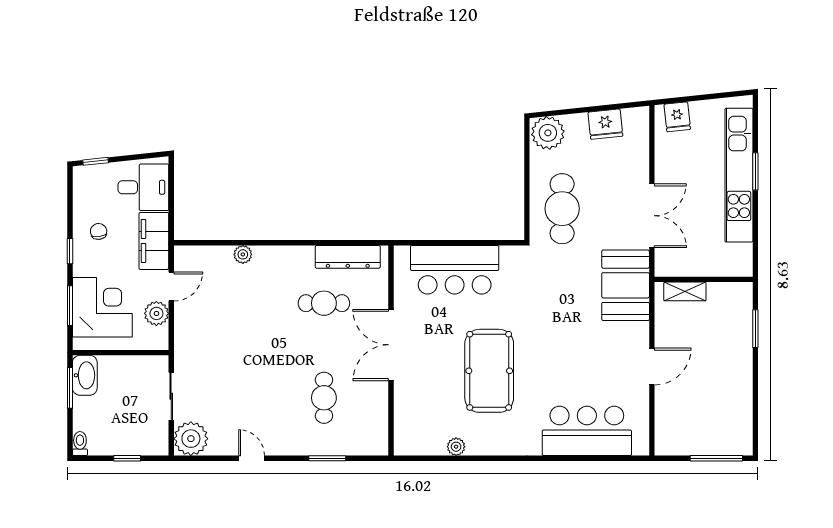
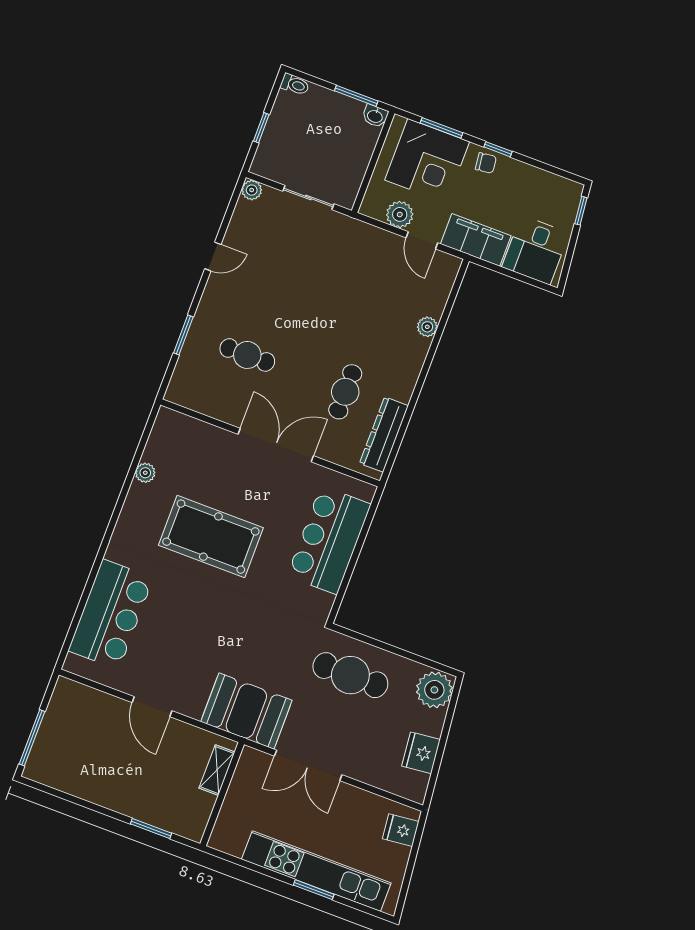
chair: (99, 231) -> (486, 163), moved
washbasin: (85, 375) -> (375, 116), width x0.52, depth x0.69
plant: (191, 439) -> (252, 190), width x0.53, depth x0.53

